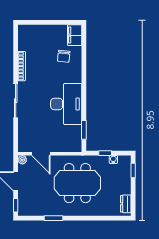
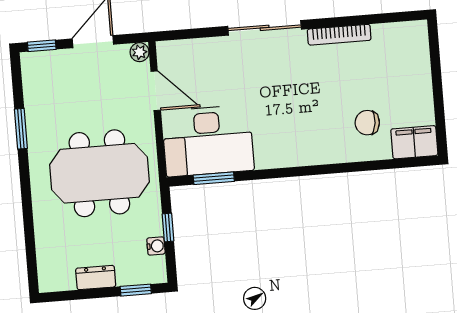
desk: (66, 104) -> (208, 141), moved
door: (41, 154) -> (156, 91), swing flipped
meeting table: (77, 183) -> (99, 173), turned 90
dresser: (126, 204) -> (96, 278), moved

